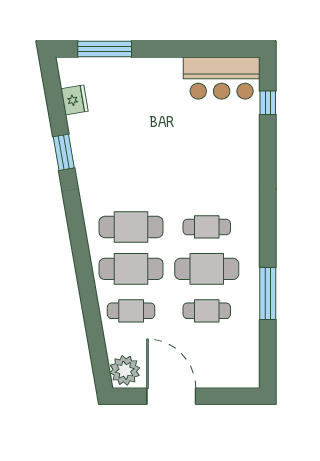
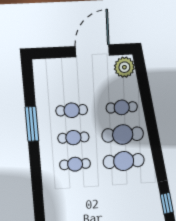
cafe table: (207, 269) -> (73, 138), width x0.73, depth x0.74
door: (171, 396) -> (92, 51), swing flipped

